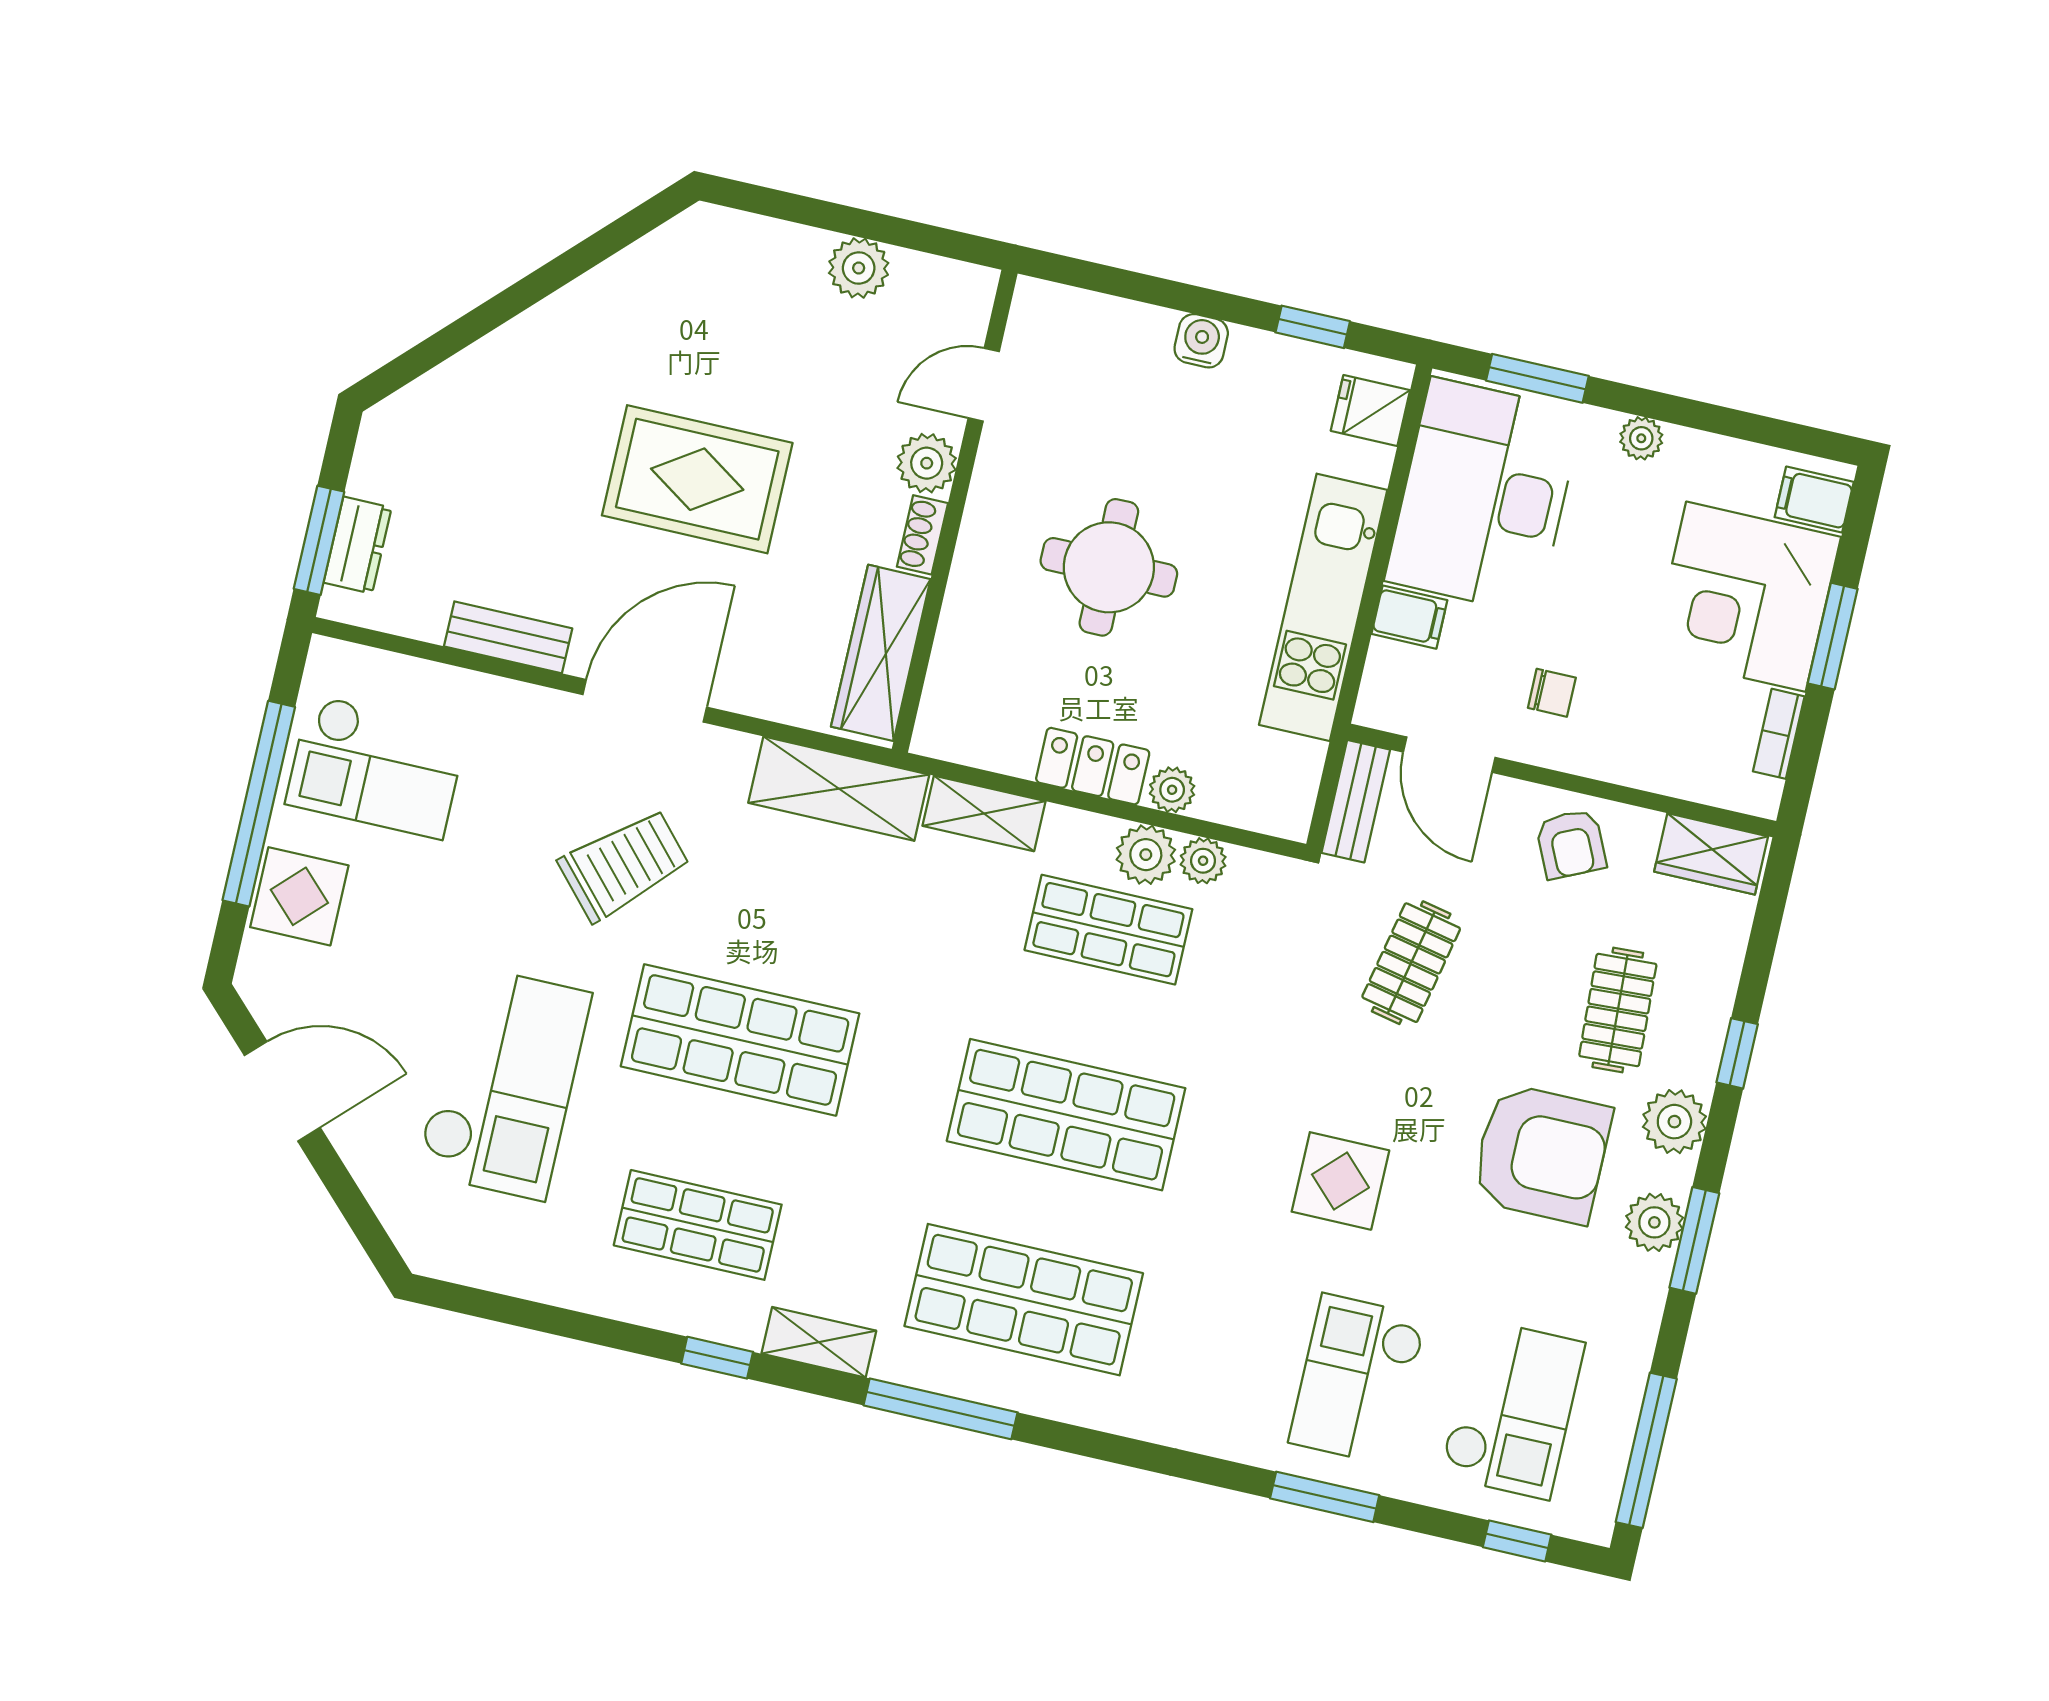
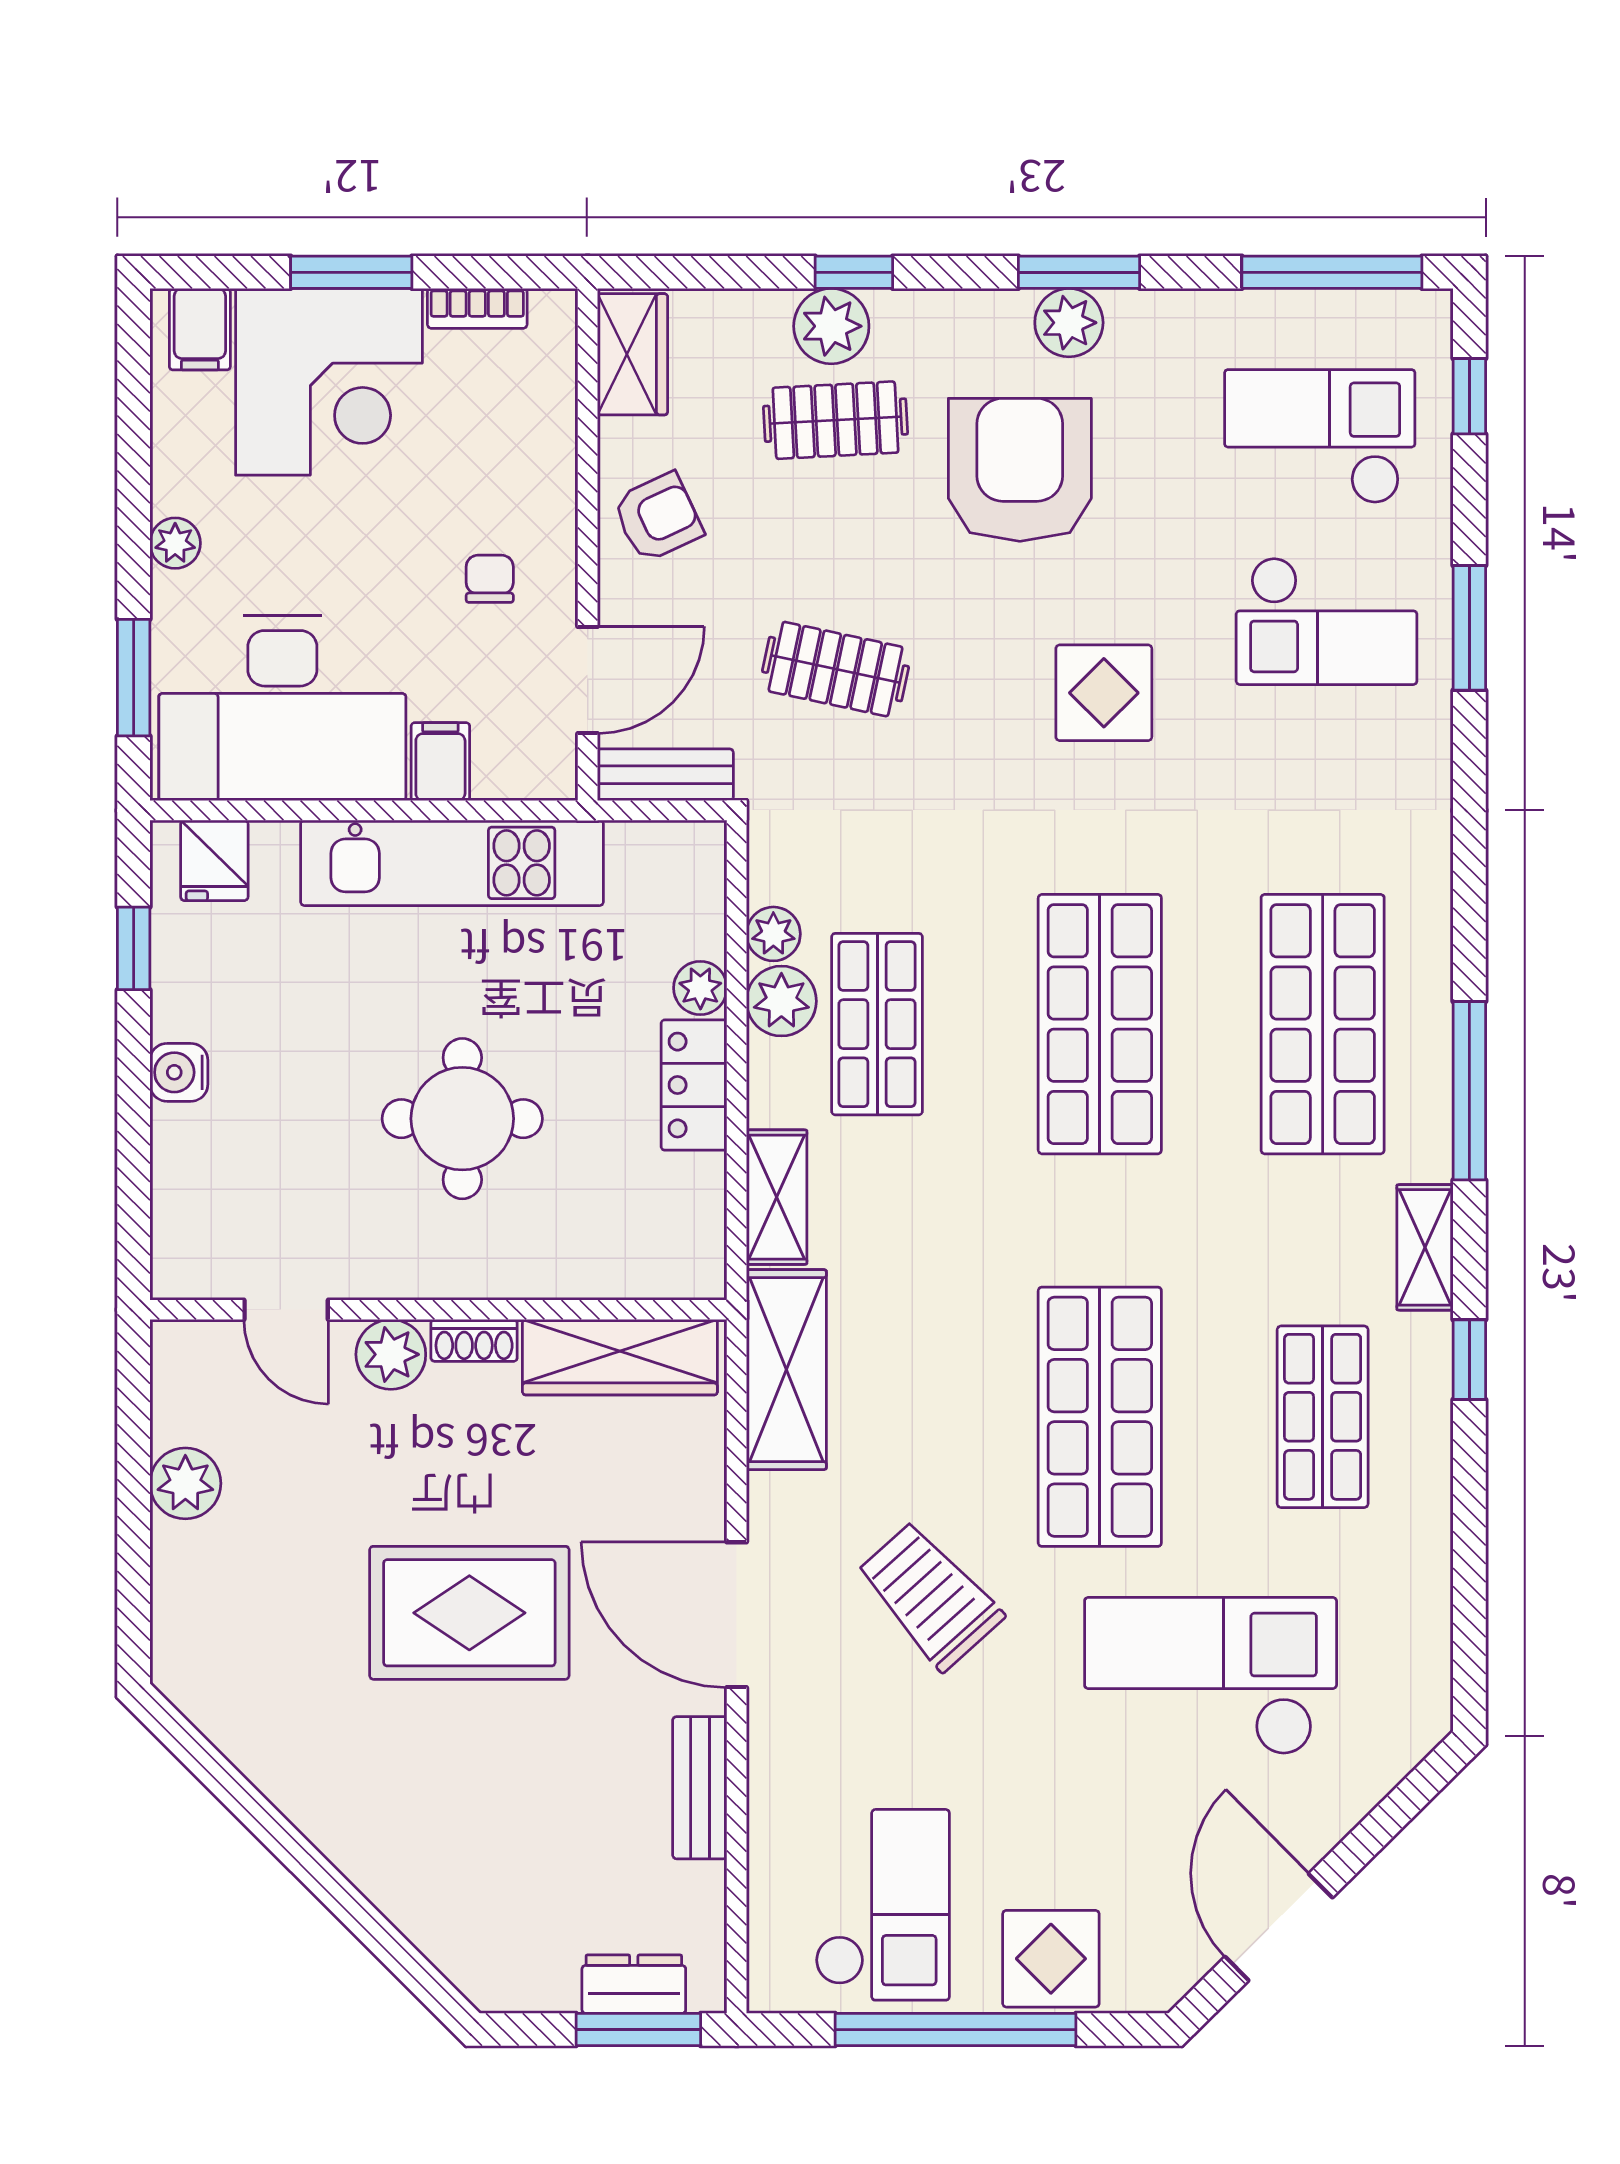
rug: (697, 479) -> (469, 1613), turned 90
plant: (1674, 1122) -> (831, 326), moved

